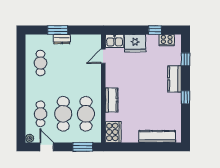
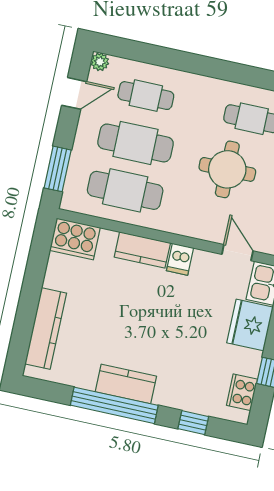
round table: (66, 69) -> (227, 169), added
kitchen counter: (175, 79) -> (126, 384), moved
dishwasher: (112, 82) -> (180, 259), added
window: (185, 97) -> (114, 405), width x3.17

